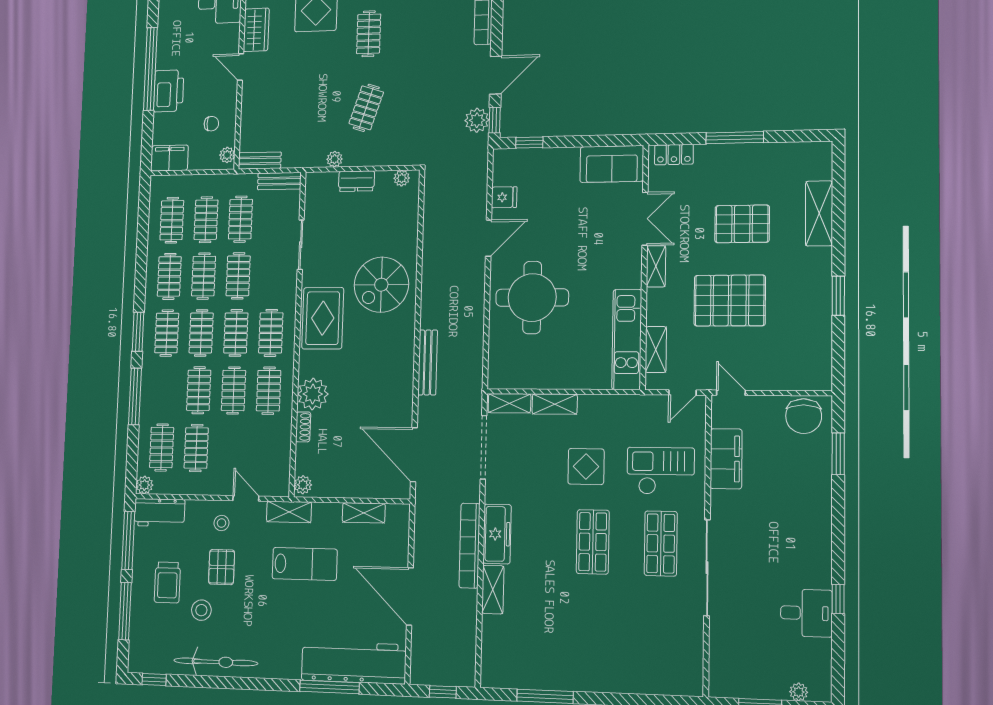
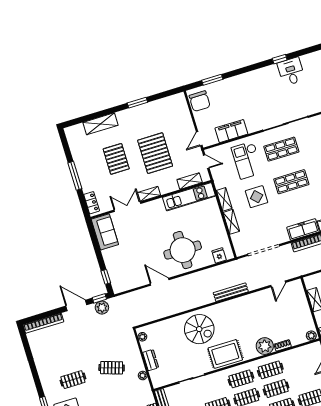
fridge: (504, 197) -> (219, 256), moved
shelving: (509, 403) -> (224, 199), moved
chair: (804, 416) -> (200, 101), turned 90
door: (414, 455) -> (278, 284), width x0.53

